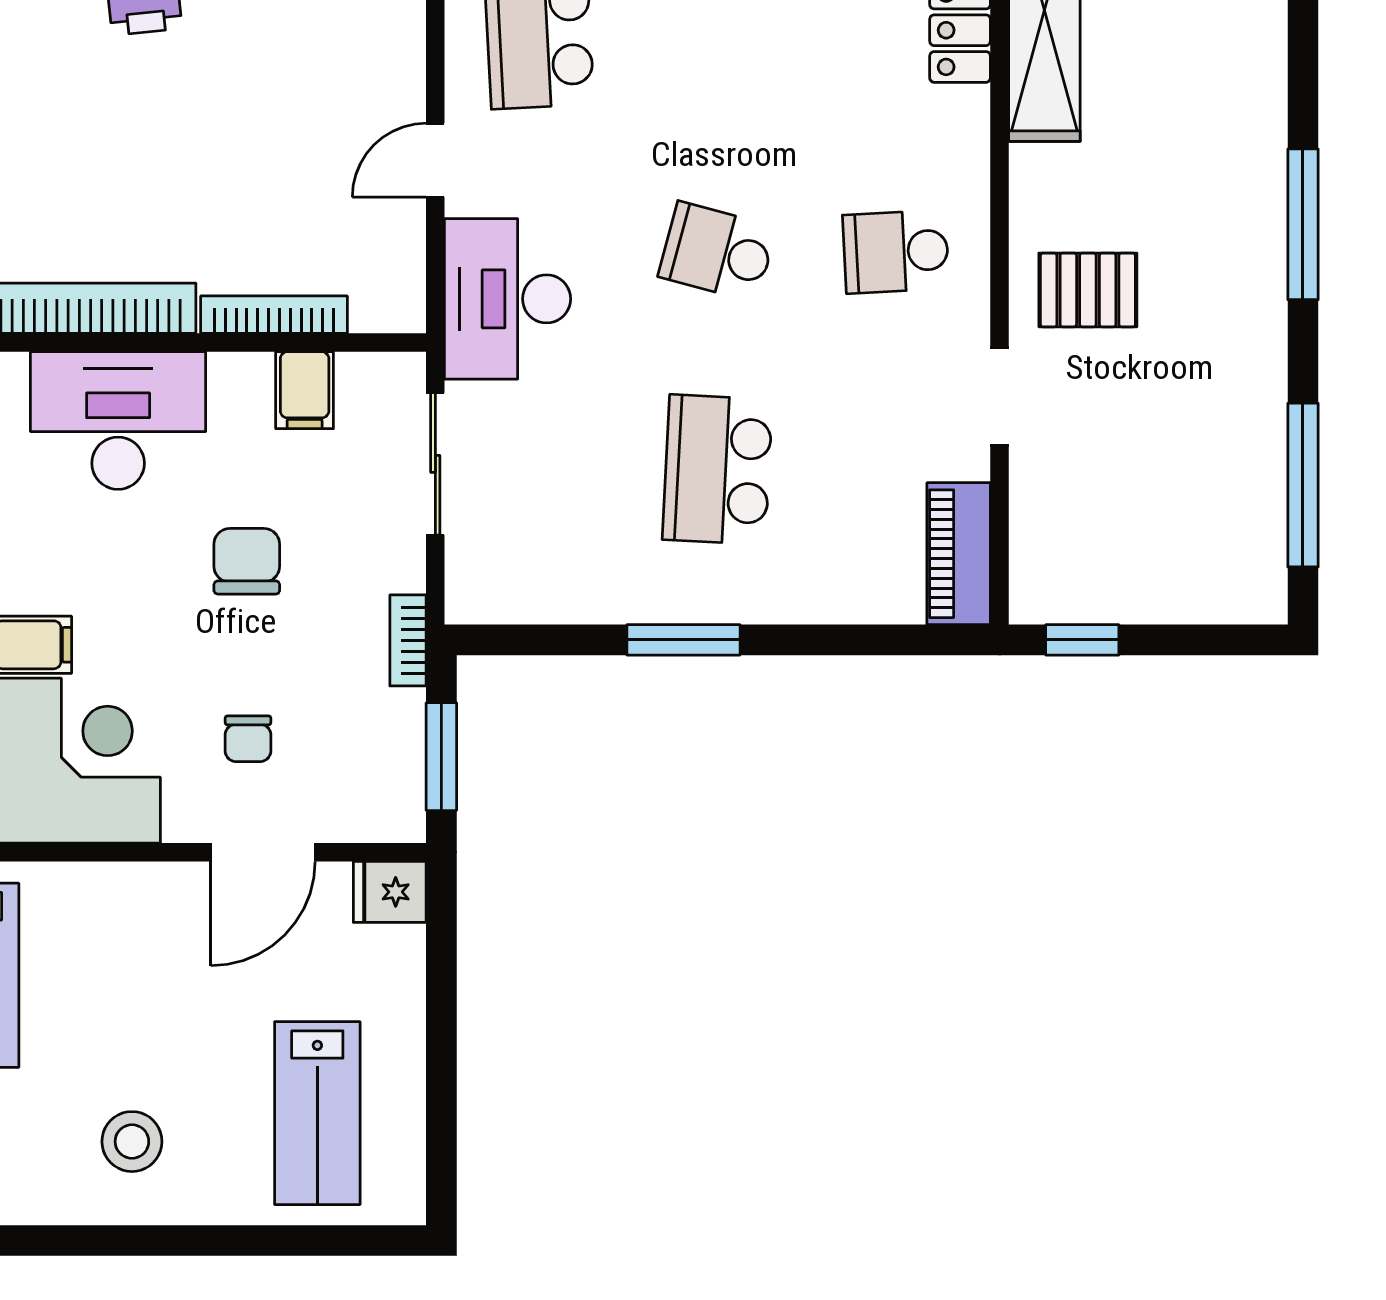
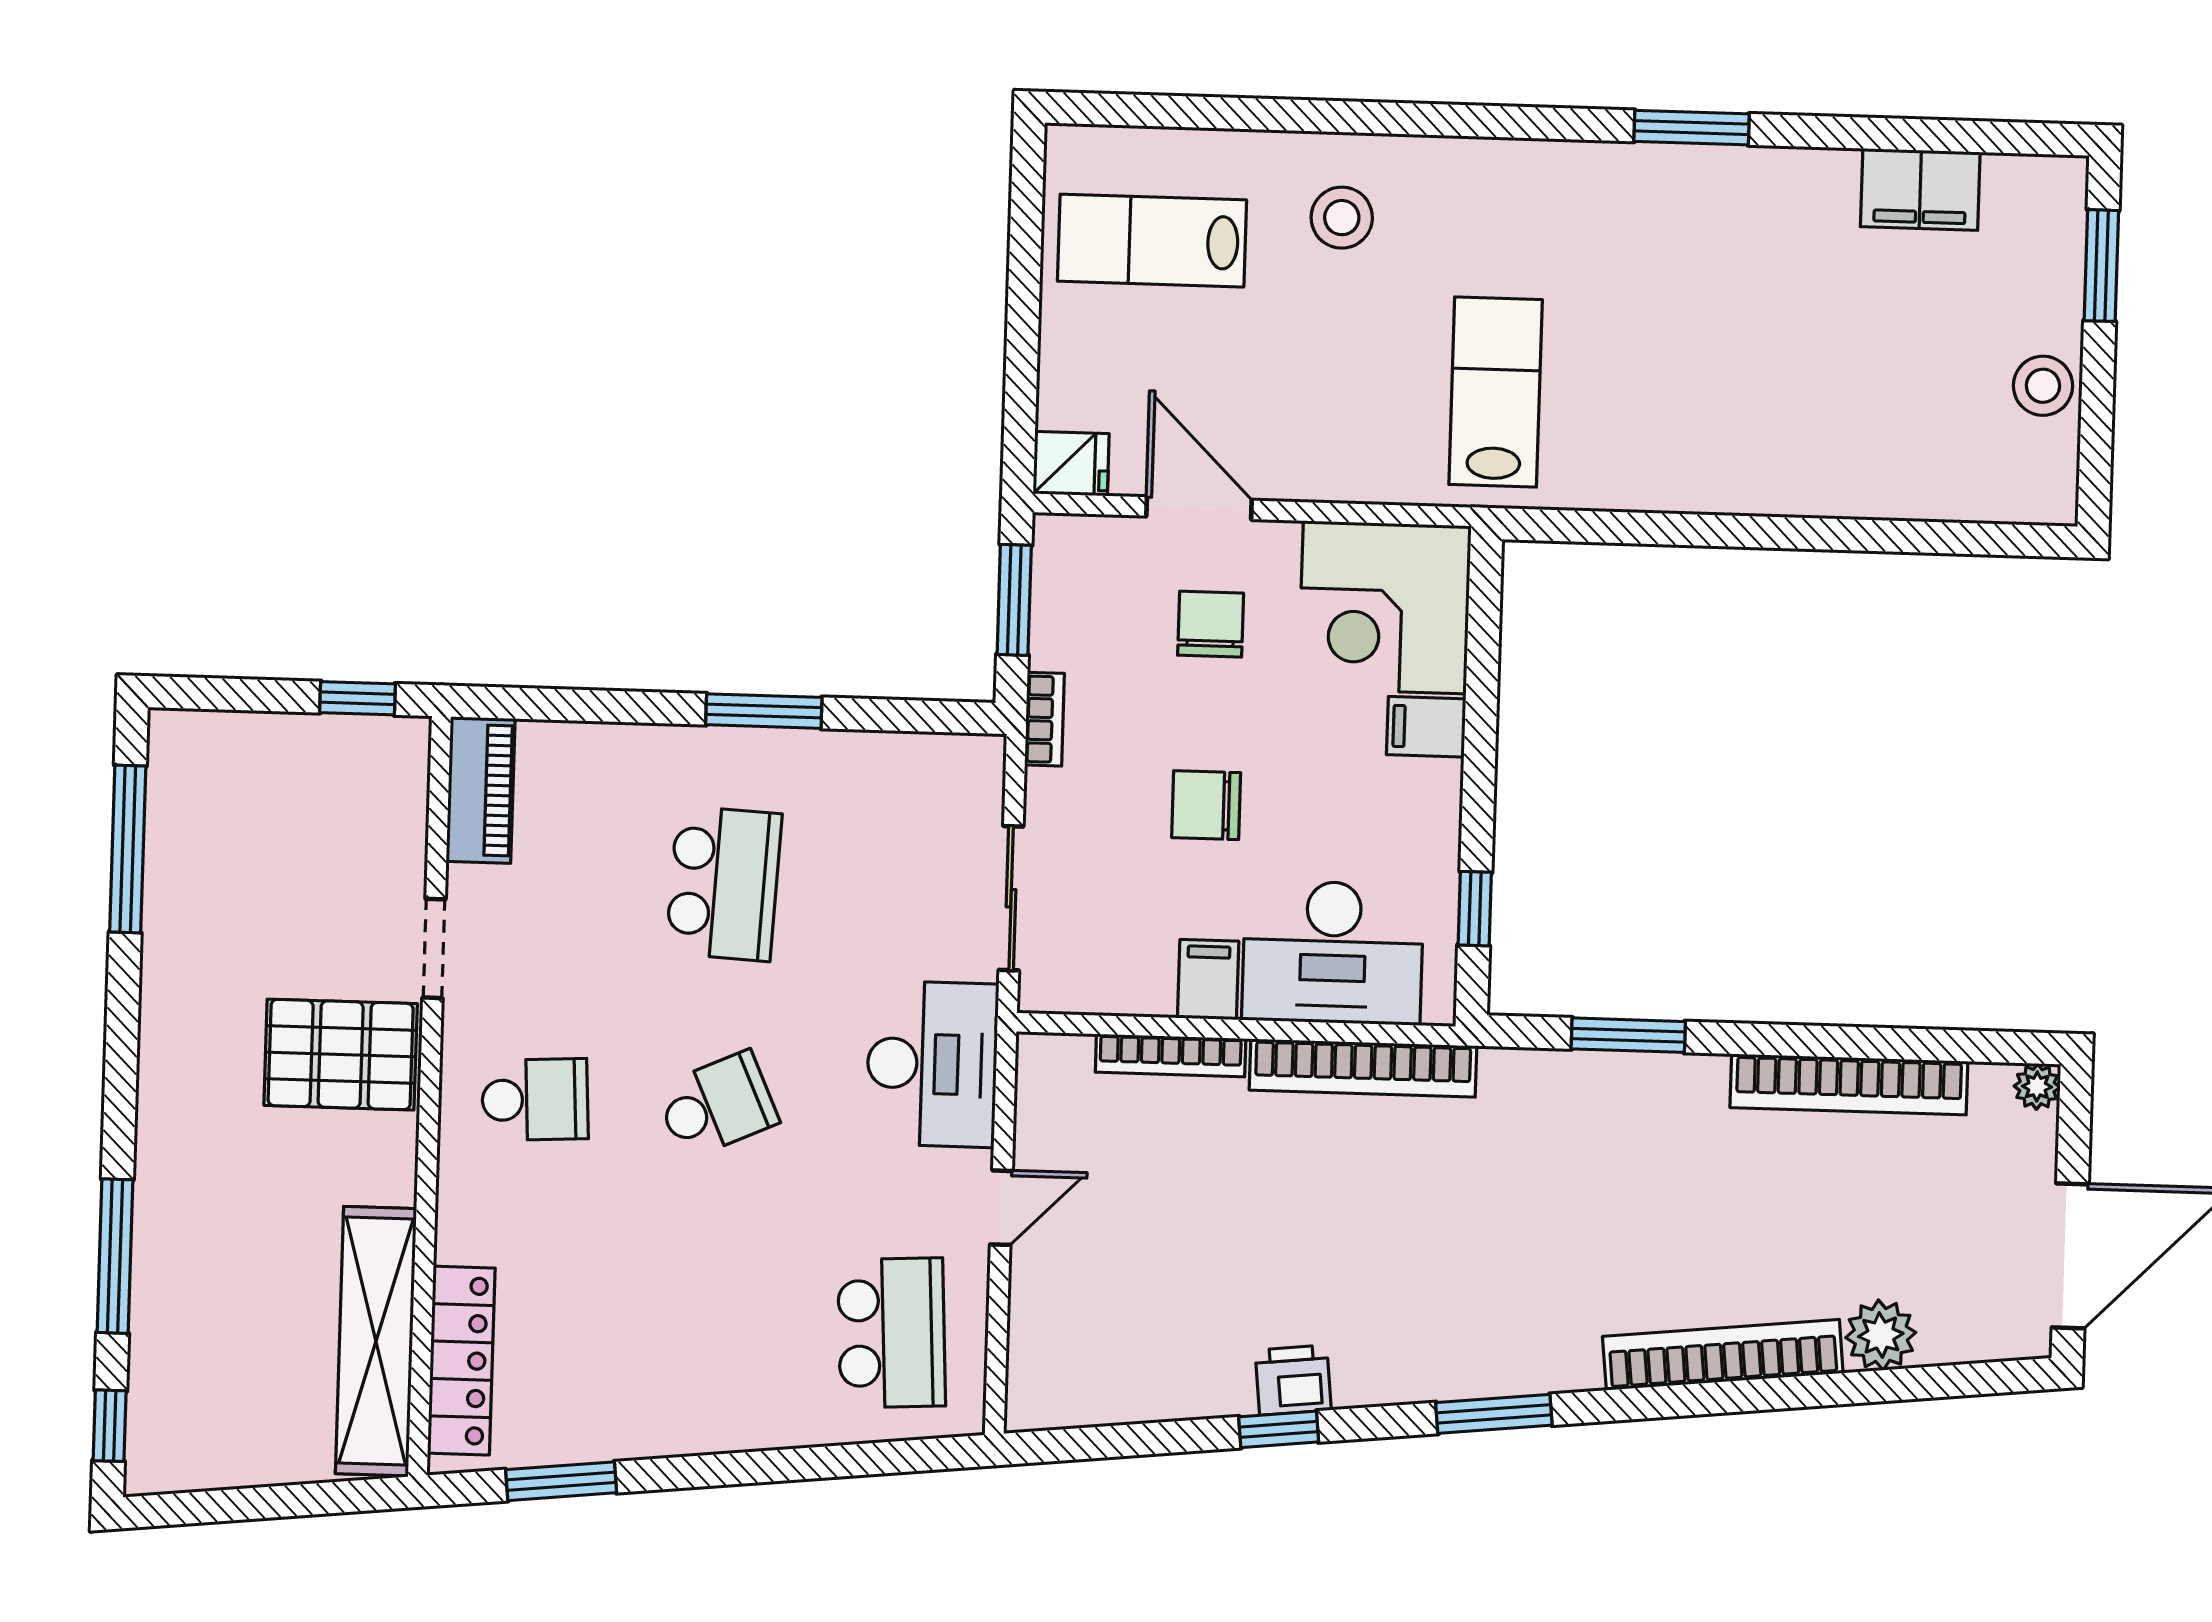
window: (1303, 224) -> (115, 1256), moved
school desk: (717, 252) -> (717, 1105), turned -39
pallet: (1088, 290) -> (341, 1055), width x1.50, depth x1.42
filing cabinet: (305, 390) -> (1208, 980), moved
chair: (247, 561) -> (1206, 805), turned 90
chair: (248, 739) -> (1211, 624), width x1.37, depth x1.37
door: (263, 852) -> (1199, 508), hinge flipped
lab bench: (317, 1113) -> (1152, 241), turned -90

